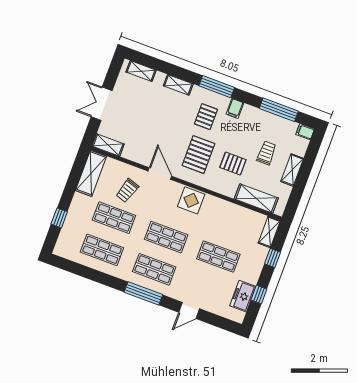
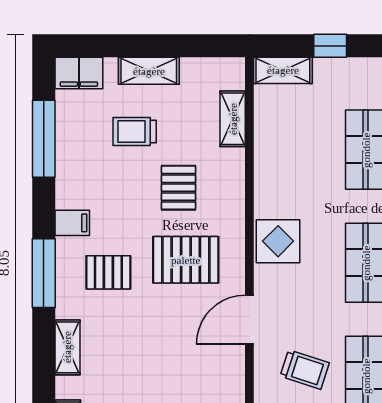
filing cabinet: (305, 132) -> (79, 73), width x2.00
shelving: (256, 198) -> (233, 119), width x0.67, depth x0.75

